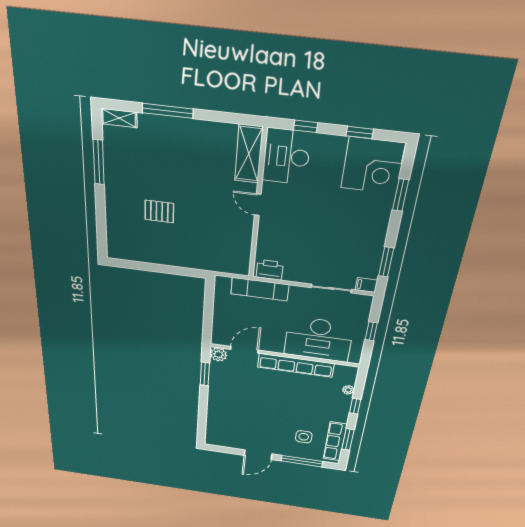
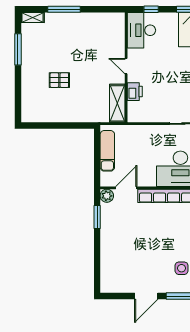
shelving: (249, 154) -> (117, 103), moved
printer: (270, 270) -> (135, 92), moved, turned 90
exam couch: (260, 289) -> (107, 151), moved, turned -90

